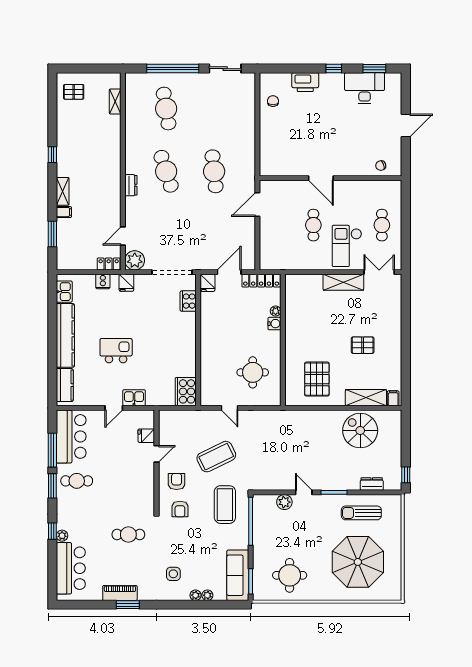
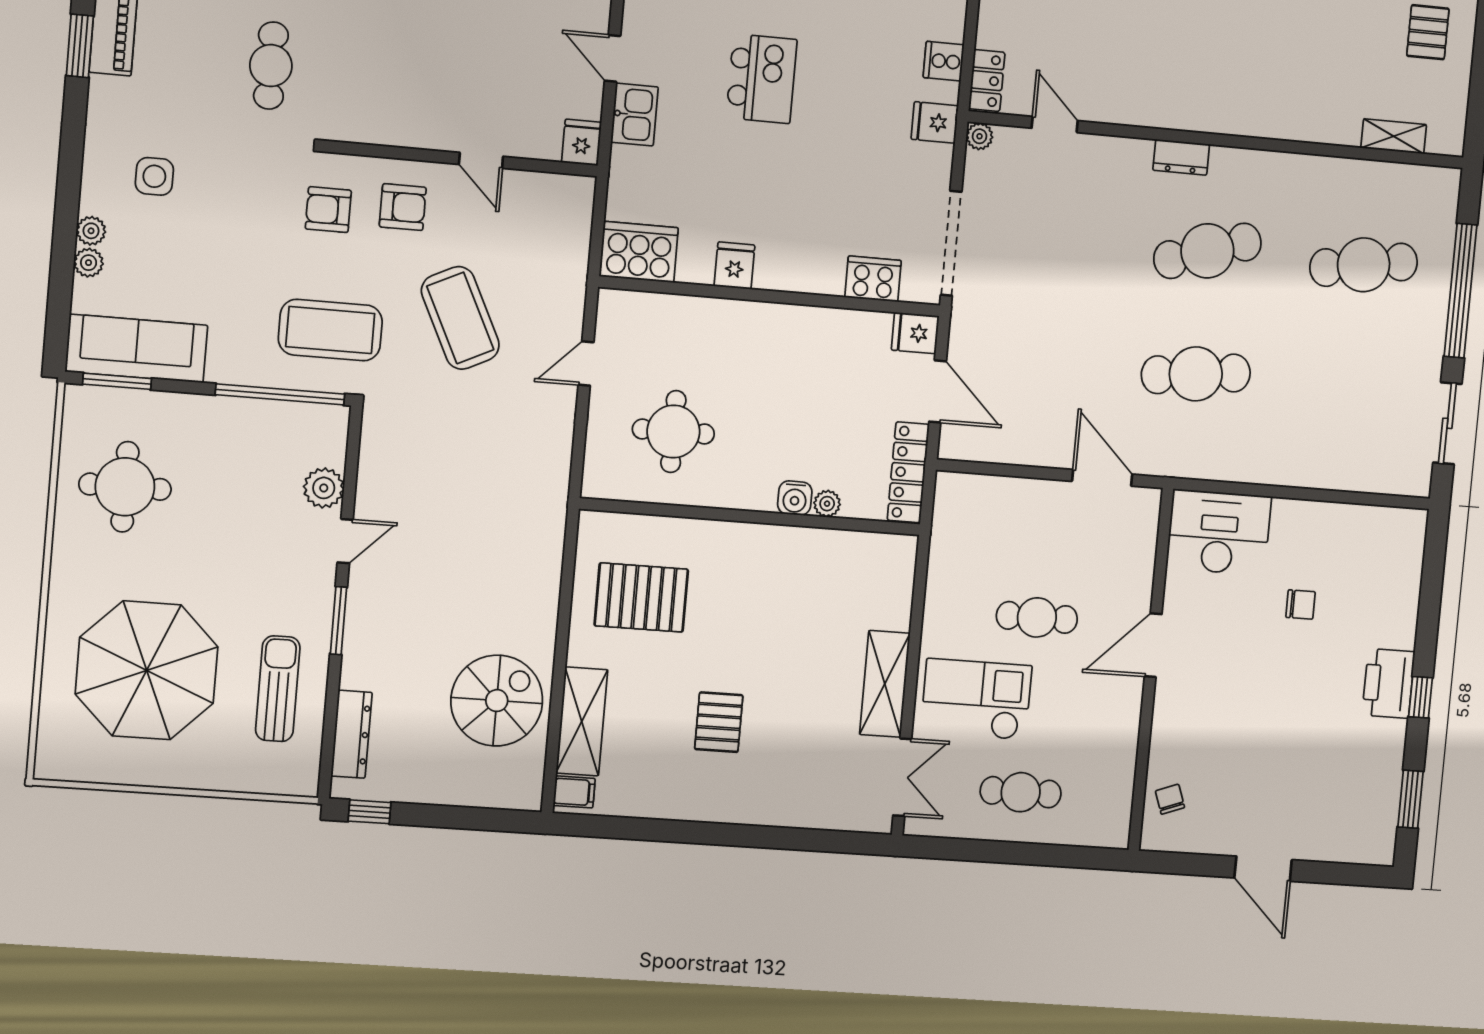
printer: (305, 82) -> (1388, 683), moved
desk: (365, 88) -> (1219, 532), moved, turned -90
chair: (273, 101) -> (1301, 605), moved
plant: (135, 260) -> (979, 136), width x0.53, depth x0.53
fridge: (188, 355) -> (735, 266), added
fridge: (146, 436) -> (581, 142), moved
dresser: (372, 484) -> (352, 734), width x1.44

